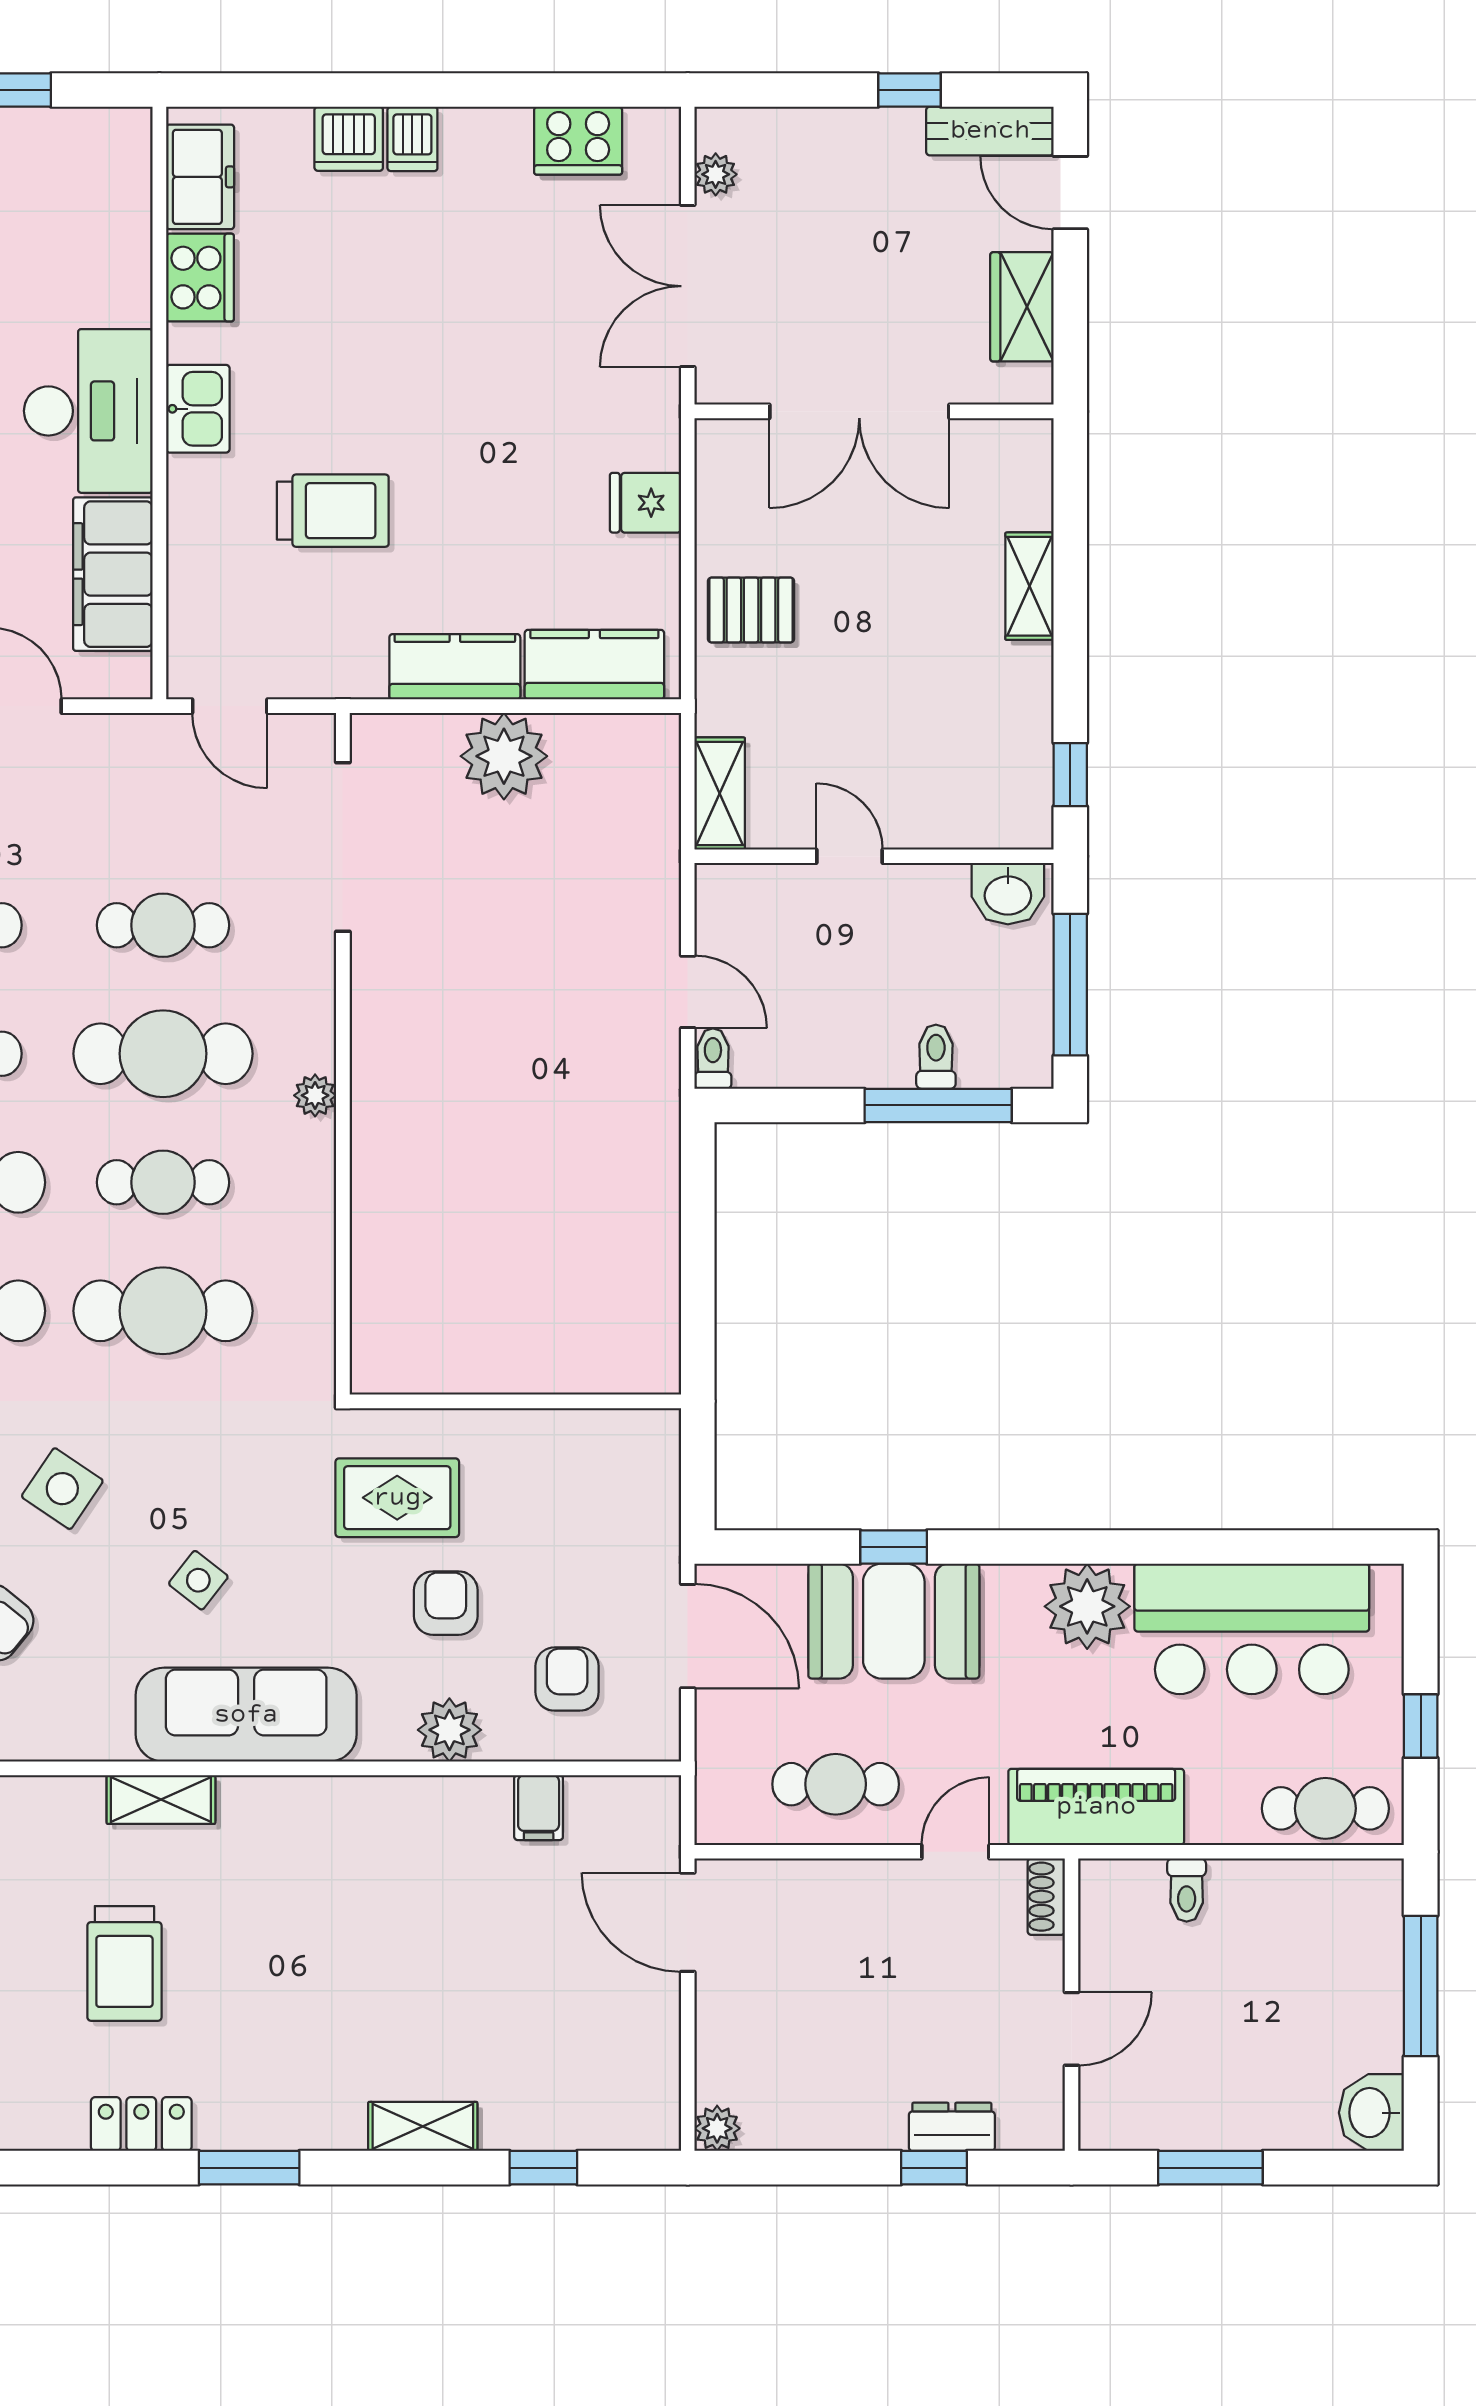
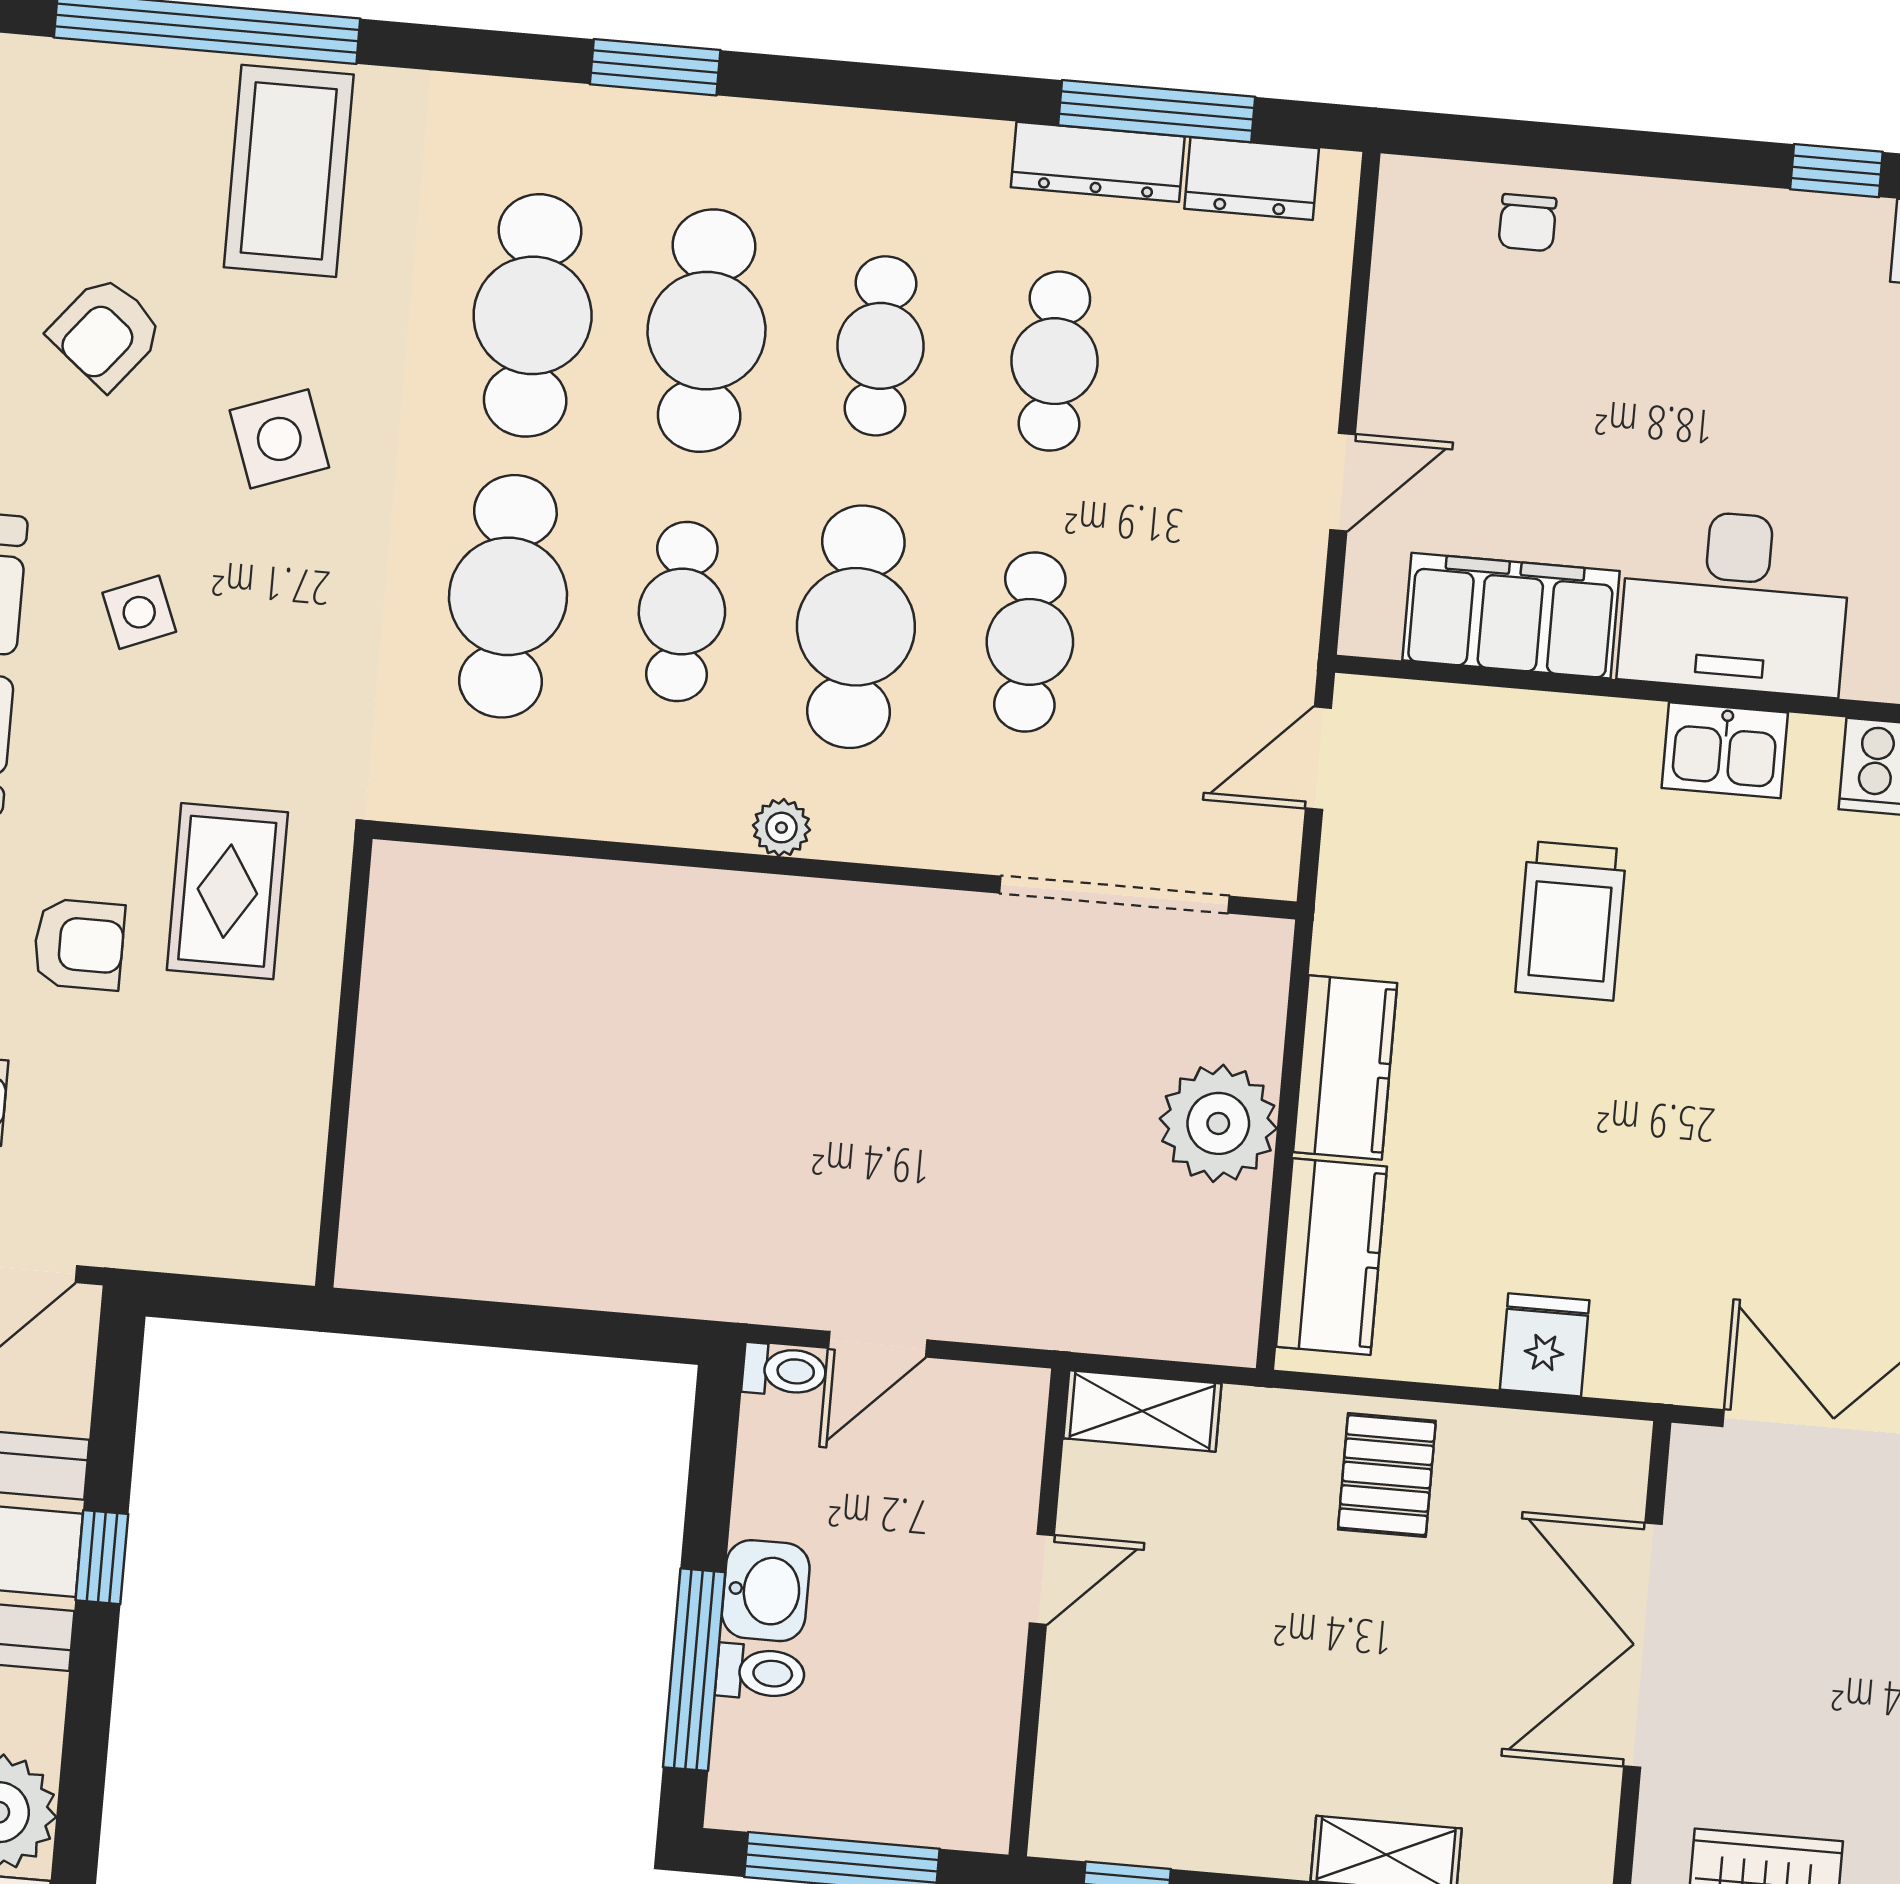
washbasin: (1008, 894) -> (766, 1591), moved, turned 180
side table: (62, 1489) -> (279, 439), turned 36
side table: (198, 1580) -> (139, 612), turned 30

